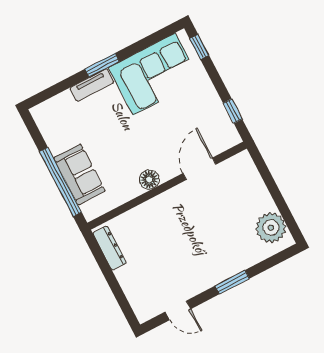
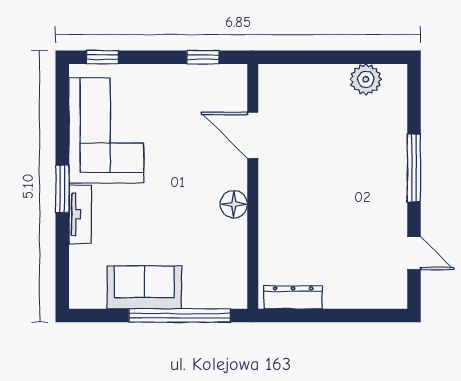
sofa: (79, 174) -> (144, 287), moved
plant: (271, 228) -> (366, 79), width x0.73, depth x0.73
window: (232, 282) -> (414, 168), width x1.44
door: (178, 310) -> (414, 253), hinge flipped

